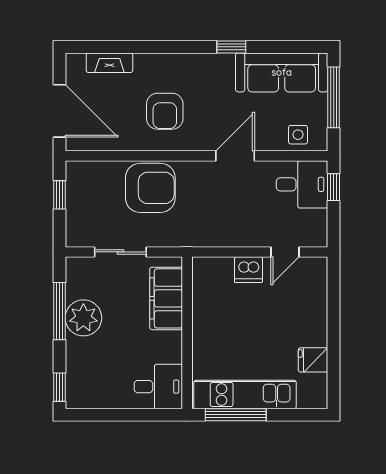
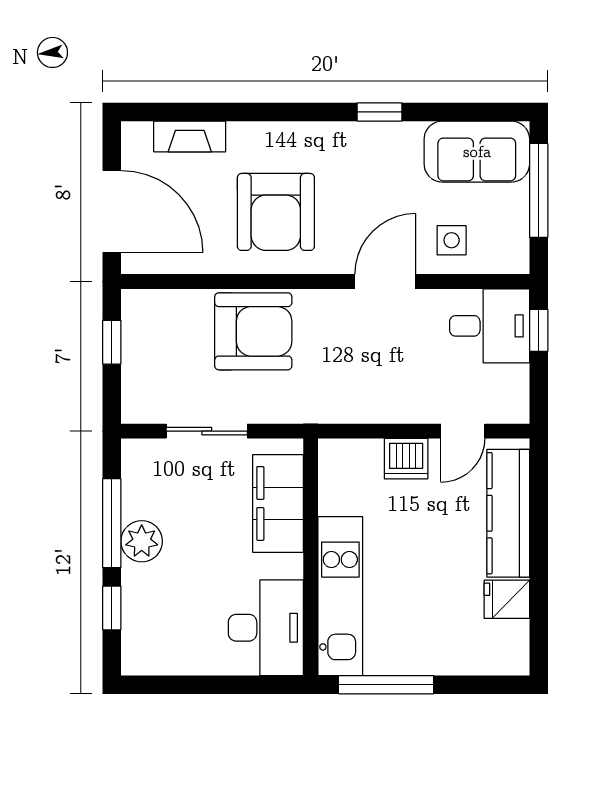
sofa: (282, 72) -> (477, 152), width x0.73
armchair: (165, 111) -> (276, 212), width x1.36, depth x1.36
side table: (298, 135) -> (452, 240), moved
kitchen counter: (314, 305) -> (508, 513), added
plant: (83, 318) -> (142, 541), width x0.73, depth x0.73
window: (59, 387) -> (112, 608), moved
desk: (158, 387) -> (266, 628), width x1.37
kitchen unit: (245, 395) -> (340, 596), moved, turned 90

